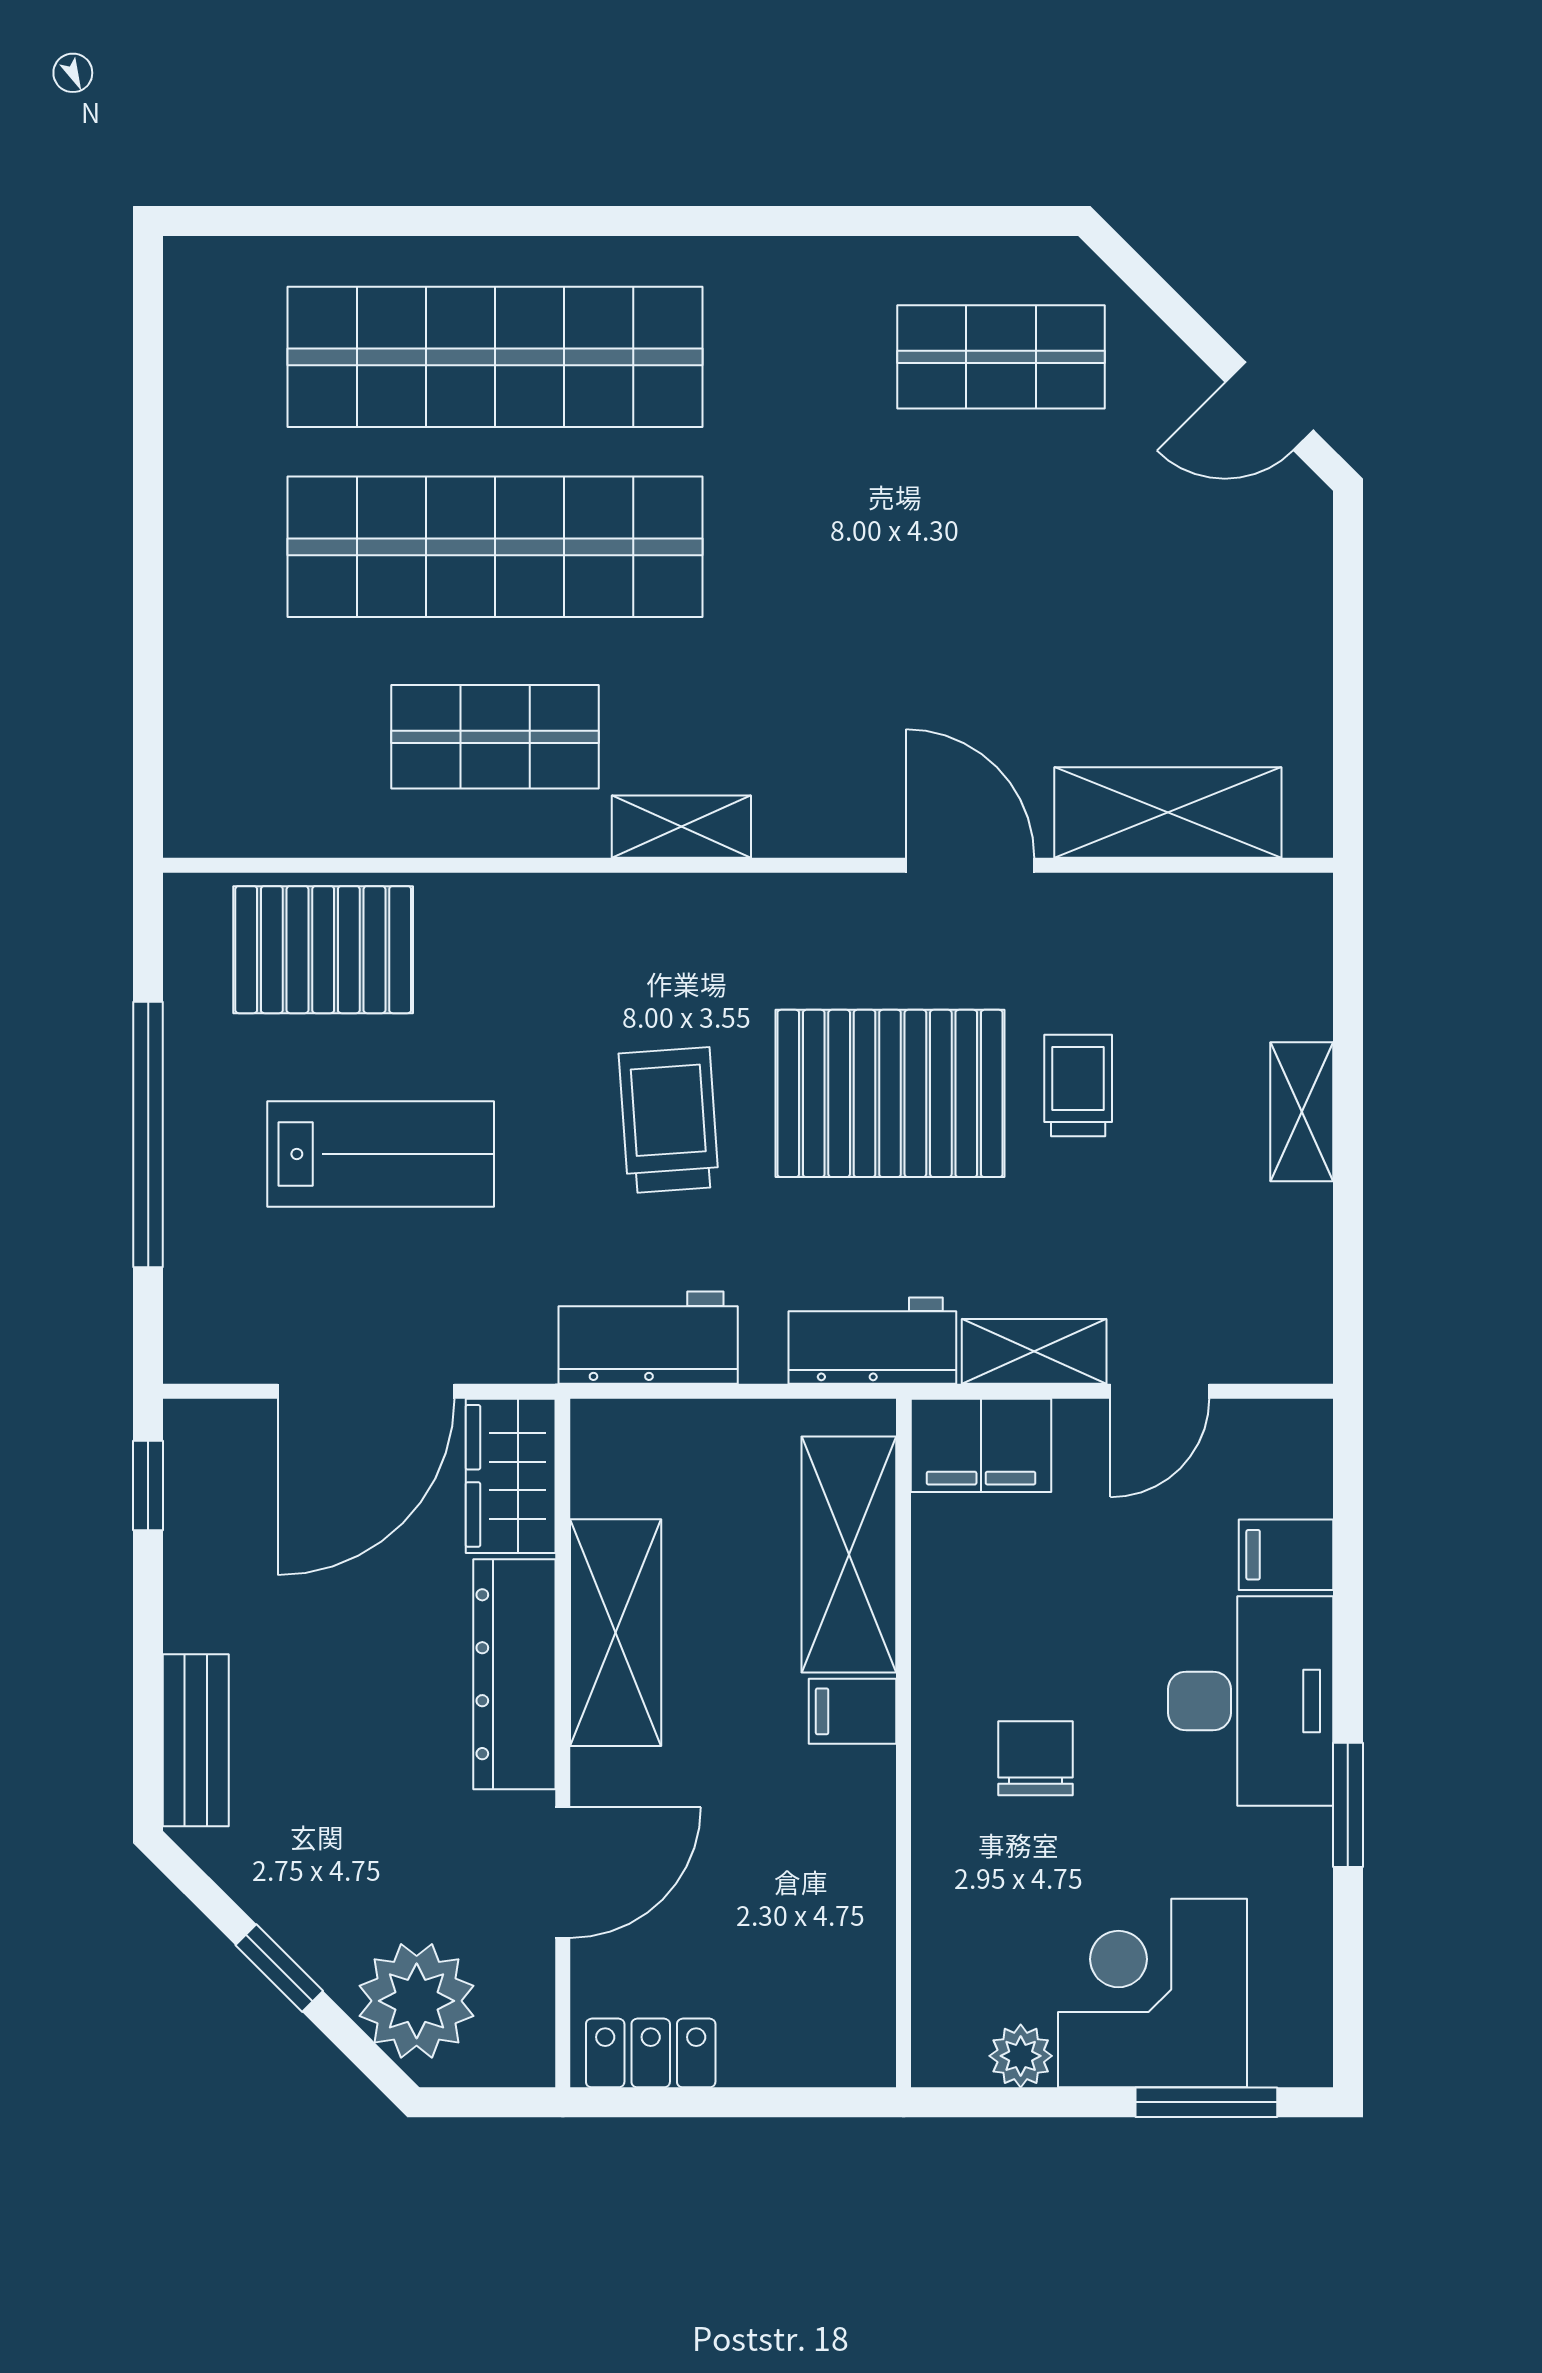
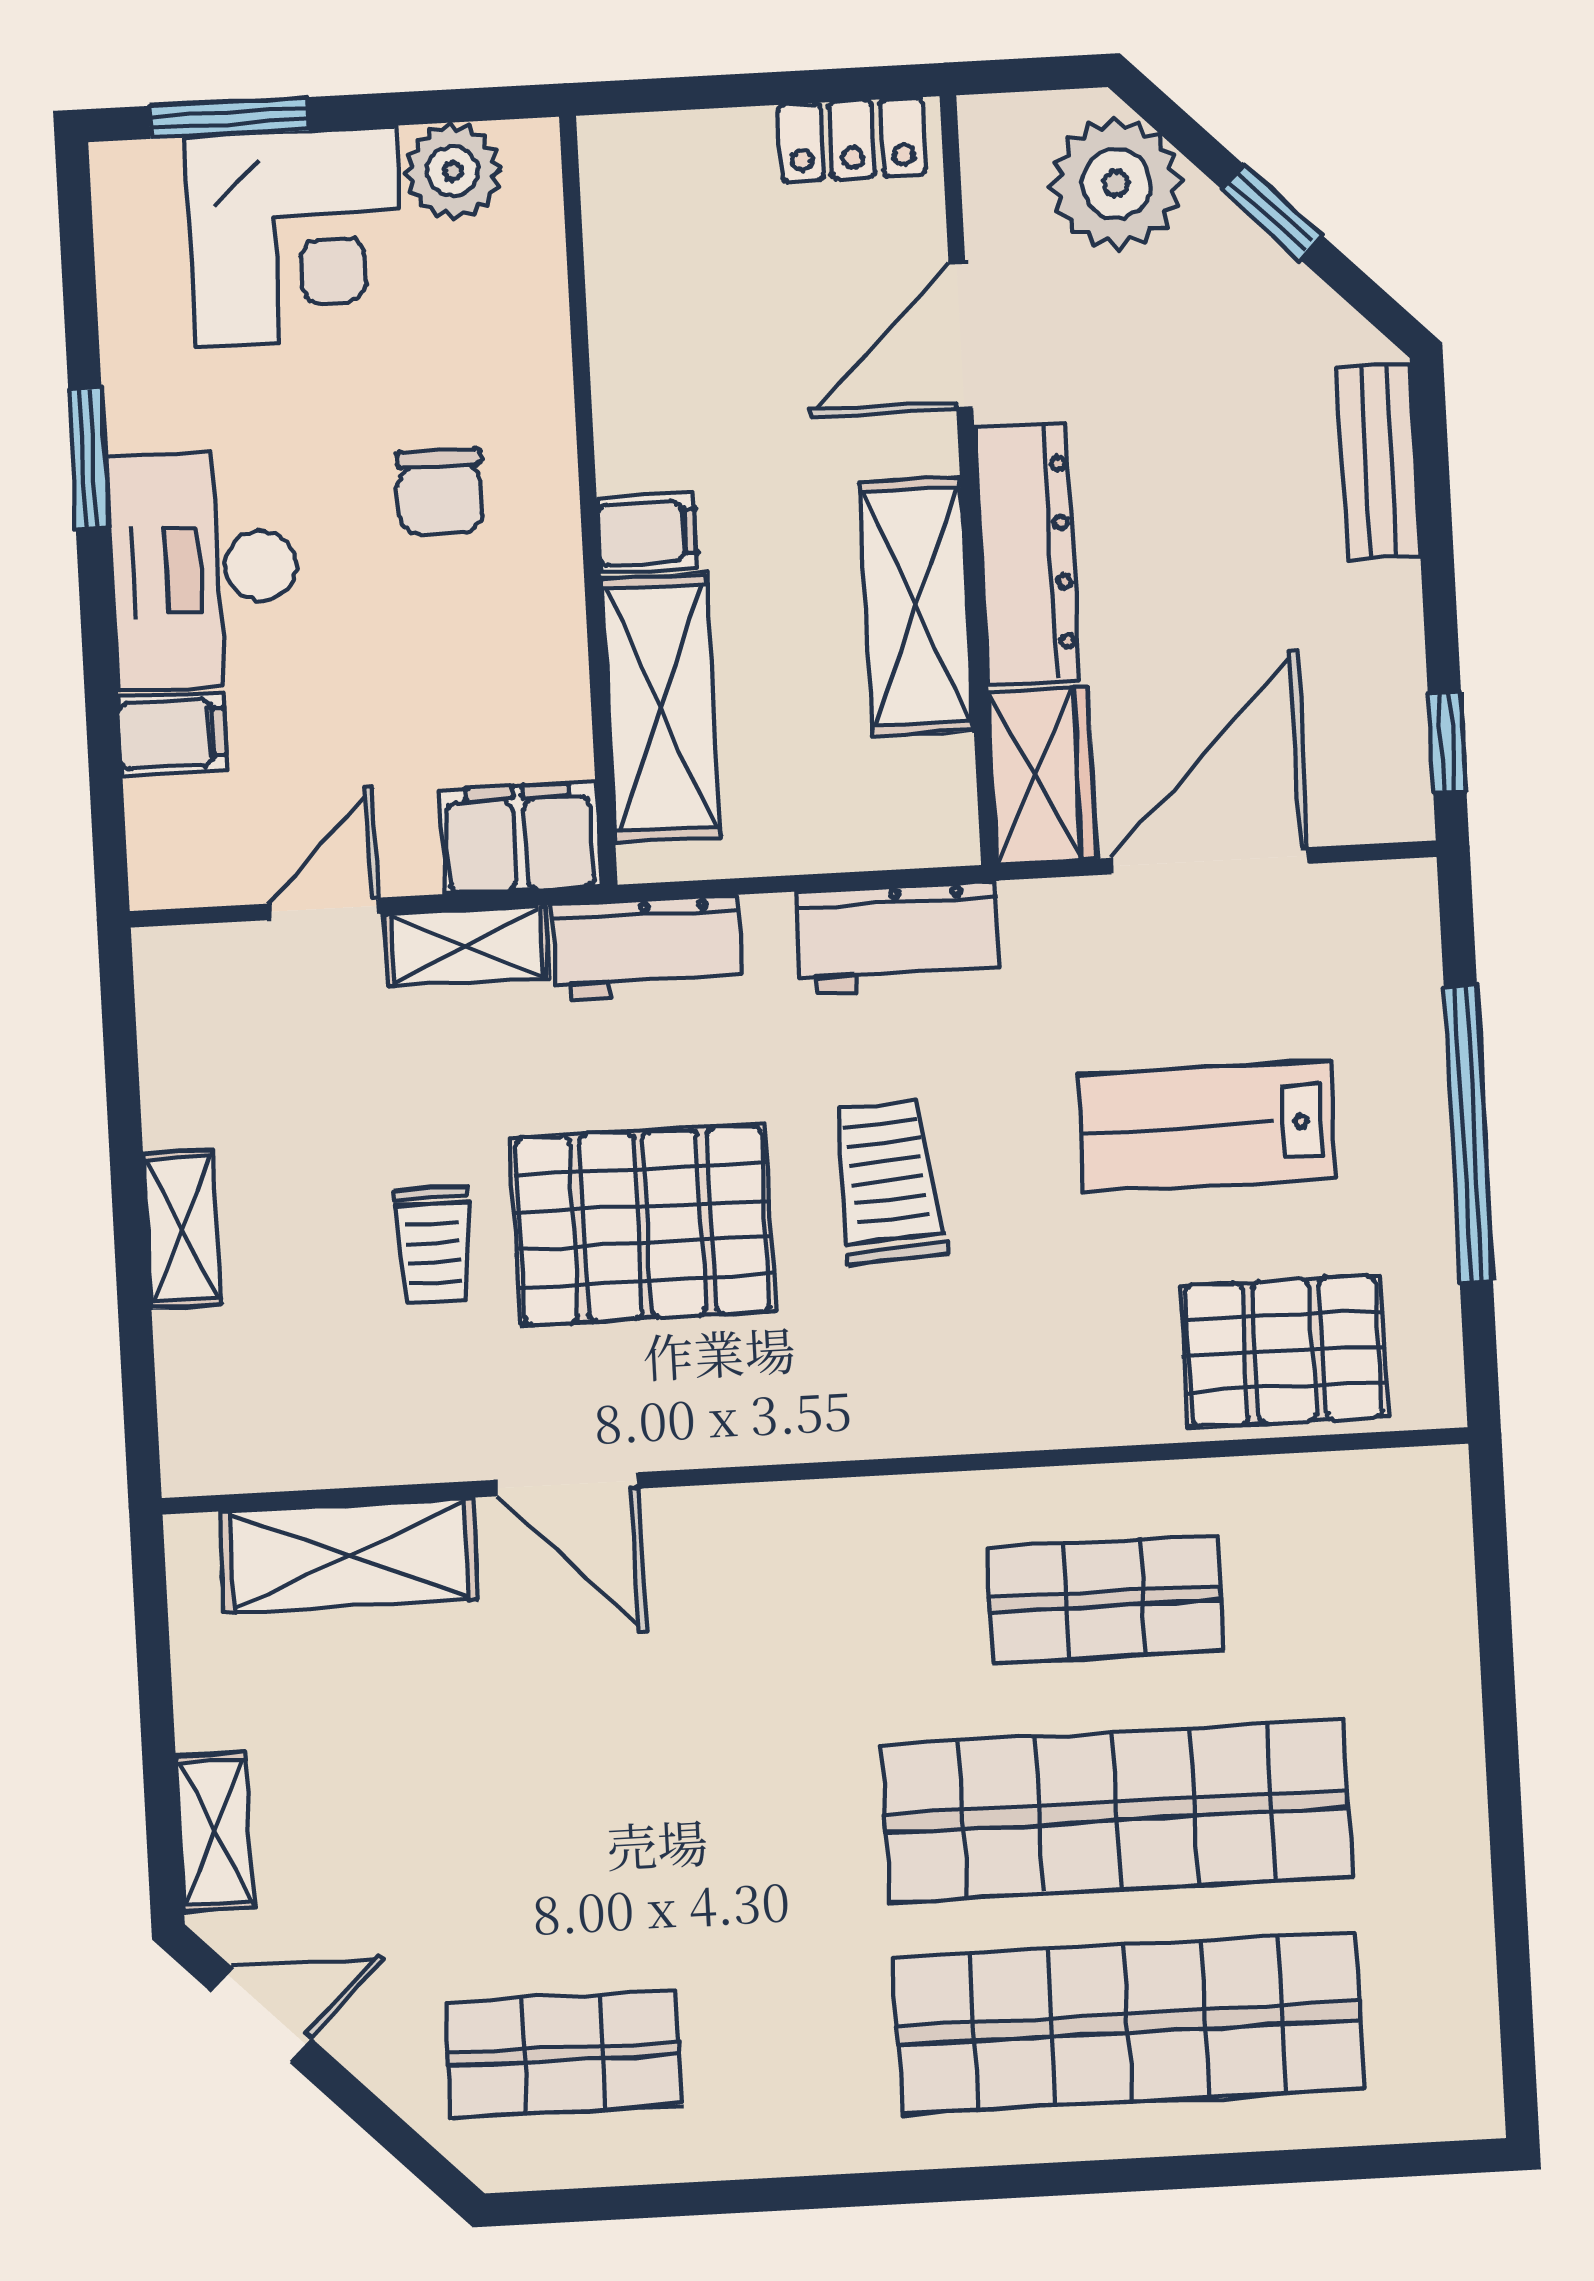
shelving: (681, 827) -> (215, 1832), moved, turned 90
trolley: (669, 1120) -> (888, 1182), turned 180
plant: (1021, 2056) -> (453, 171), width x1.38, depth x1.38

